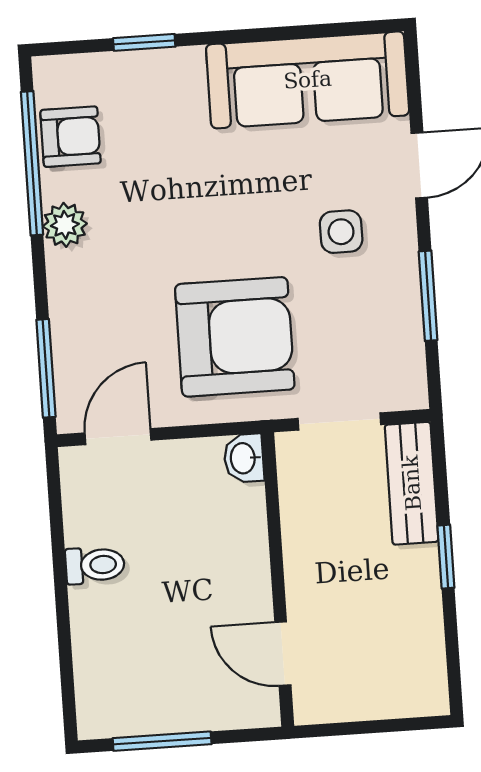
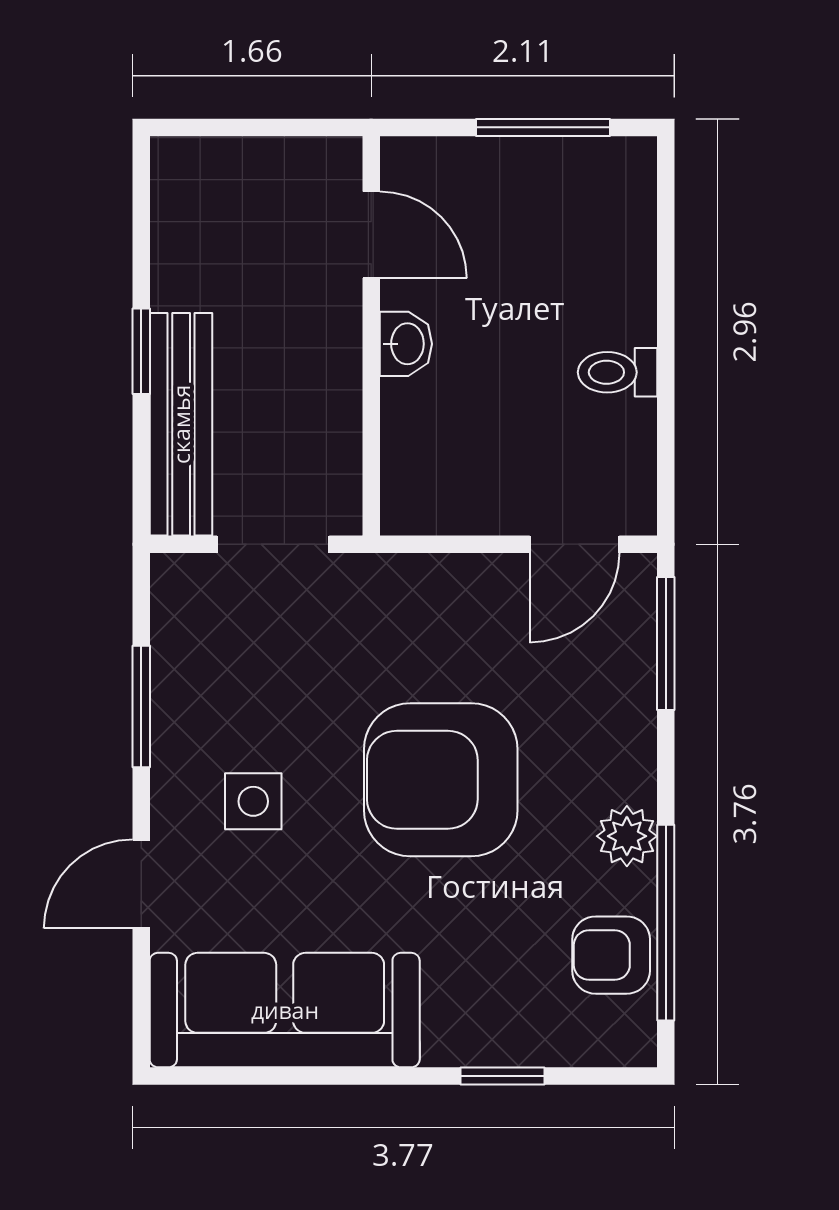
armchair: (235, 337) -> (441, 780), moved
washbasin: (244, 458) -> (406, 344), moved
bench: (412, 483) -> (181, 424), width x1.36

